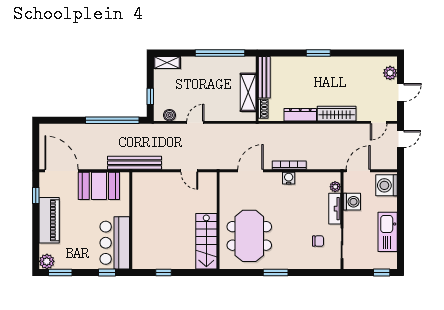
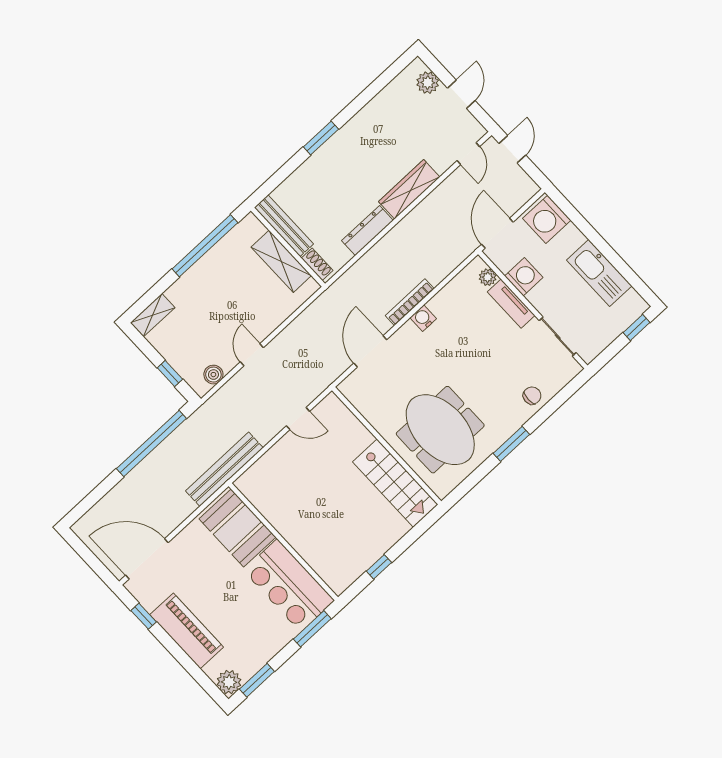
booth: (99, 186) -> (237, 528), moved, turned 90
chair: (318, 241) -> (532, 396), moved
window: (107, 272) -> (312, 629), width x1.50

